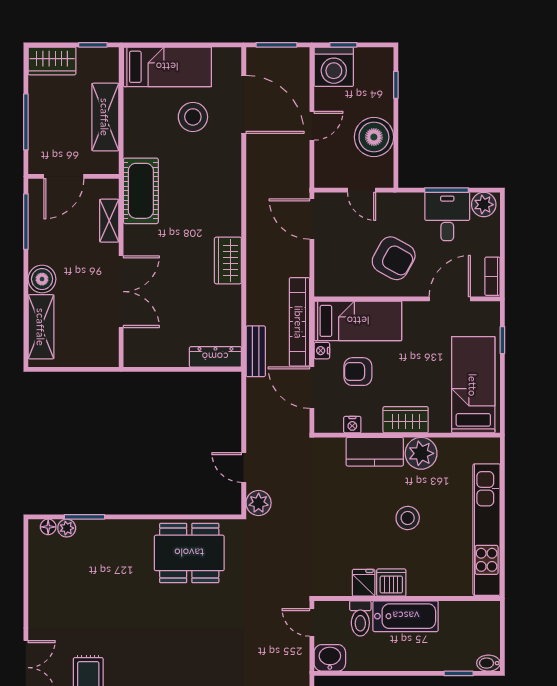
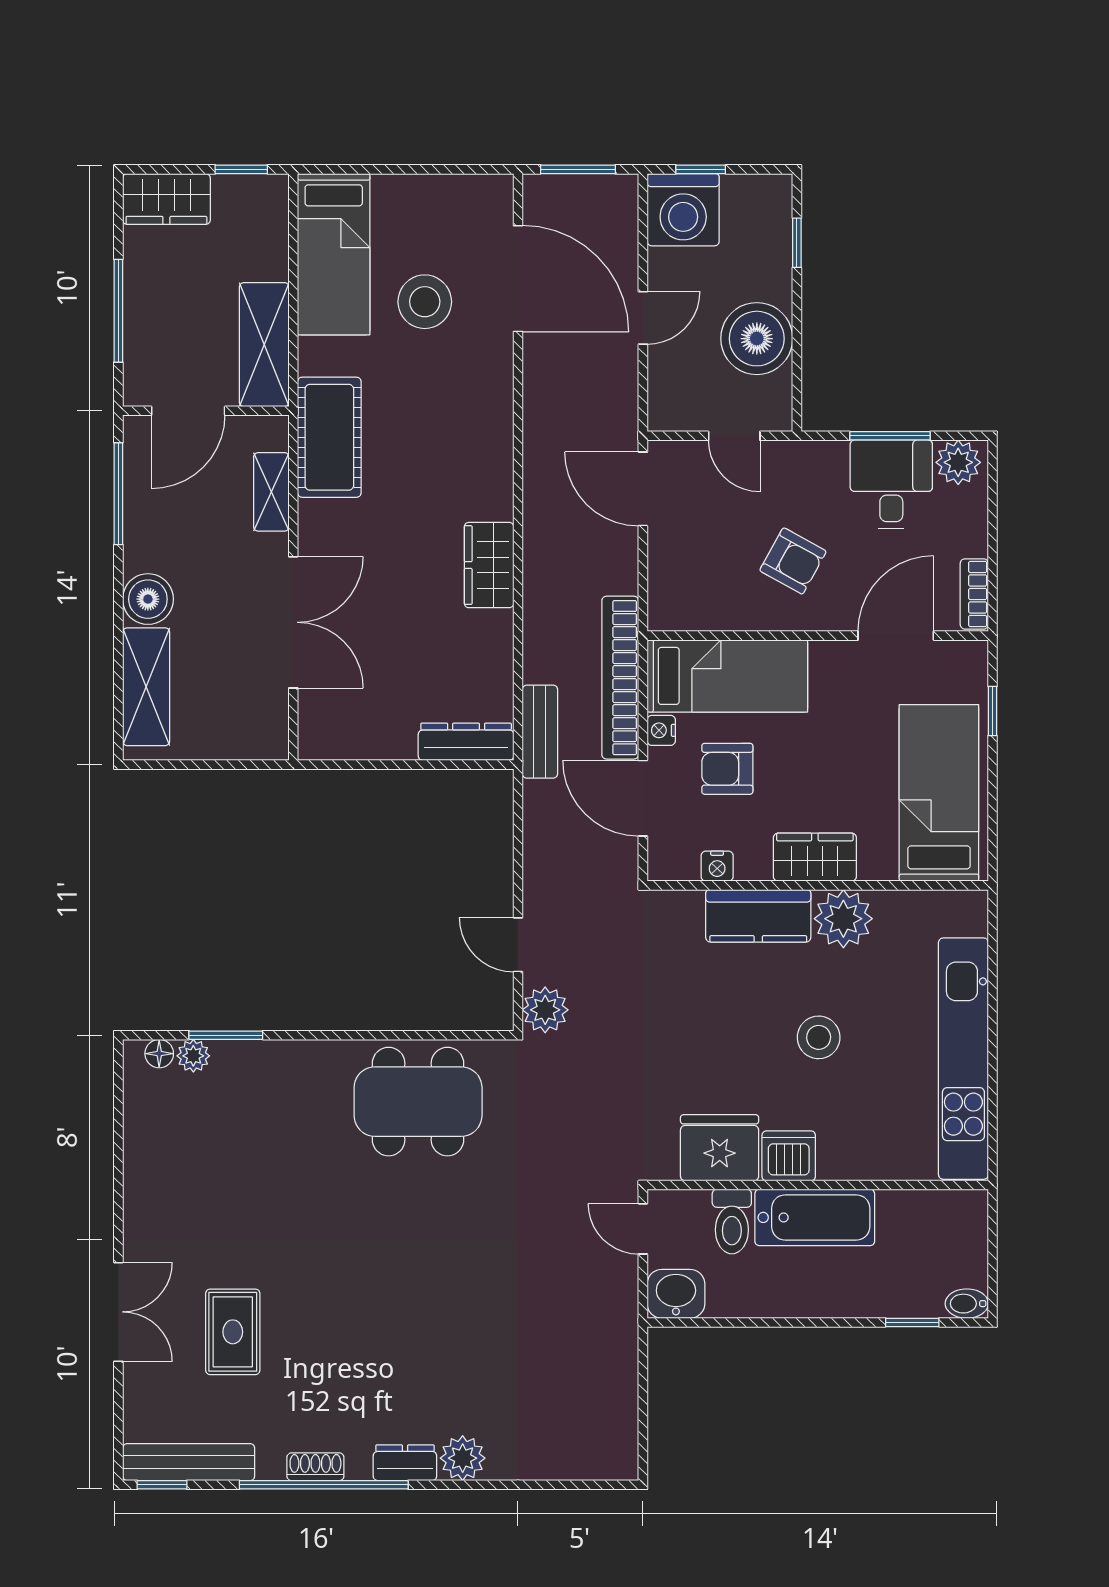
bed: (167, 67) -> (334, 254), moved, turned 90
shelving: (105, 117) -> (264, 345), moved
armchair: (394, 258) -> (793, 561), width x0.72, depth x0.72
fridge: (364, 583) -> (720, 1148), width x1.88, depth x1.34

